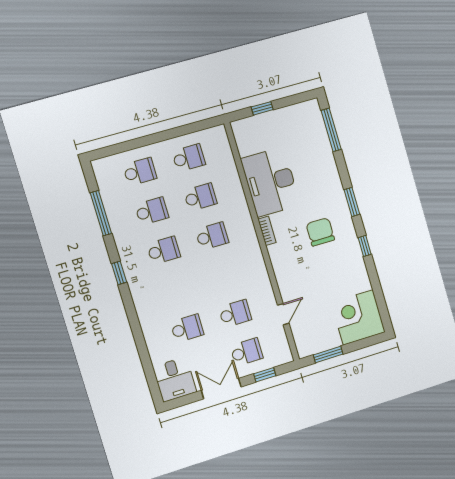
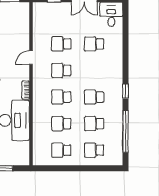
window: (101, 213) -> (125, 131), width x1.46
door: (283, 314) -> (31, 58), moved
school desk: (247, 352) -> (61, 70), moved

